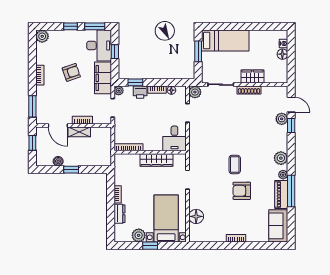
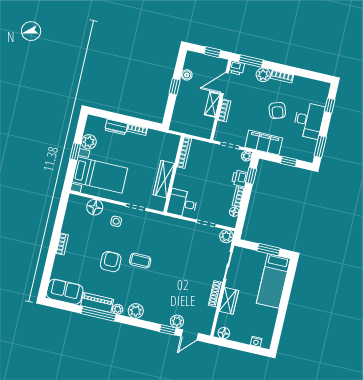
window: (71, 26) -> (330, 106), moved
plant: (42, 36) -> (263, 75), moved
desk: (99, 45) -> (309, 120), moved, turned -90
floor lamp: (282, 54) -> (224, 333), moved
printer: (41, 118) -> (237, 68), added
side table: (204, 194) -> (116, 221), added

